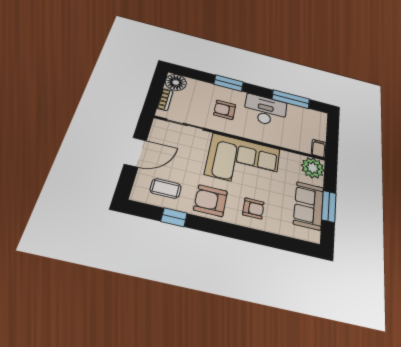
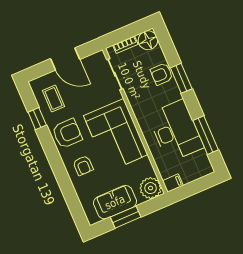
armchair: (225, 110) -> (162, 74), moved, turned -90
desk: (265, 110) -> (176, 131), width x1.36, depth x1.30
armchair: (211, 201) -> (67, 133), turned 90

